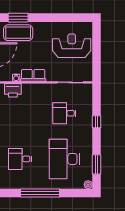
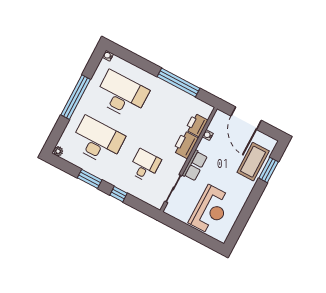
row of seats: (33, 75) -> (195, 166), moved
printer: (32, 91) -> (186, 145), added
desk: (20, 159) -> (122, 95), width x1.87, depth x1.30
window: (97, 164) -> (90, 179), moved

